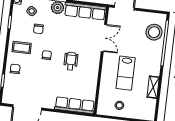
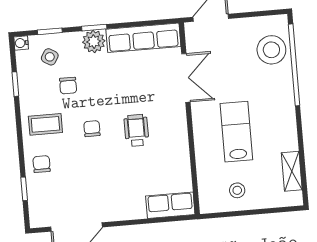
lab bench: (126, 73) -> (236, 132), turned 180
shelving: (153, 87) -> (292, 171), moved
row of seats: (75, 105) -> (170, 205), width x0.68

